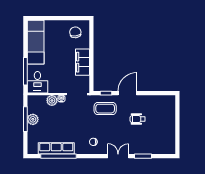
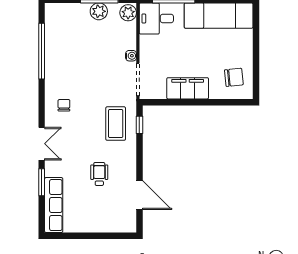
door: (127, 93) -> (139, 195), moved
plant: (52, 100) -> (128, 13), moved
row of seats: (56, 148) -> (54, 205), moved

